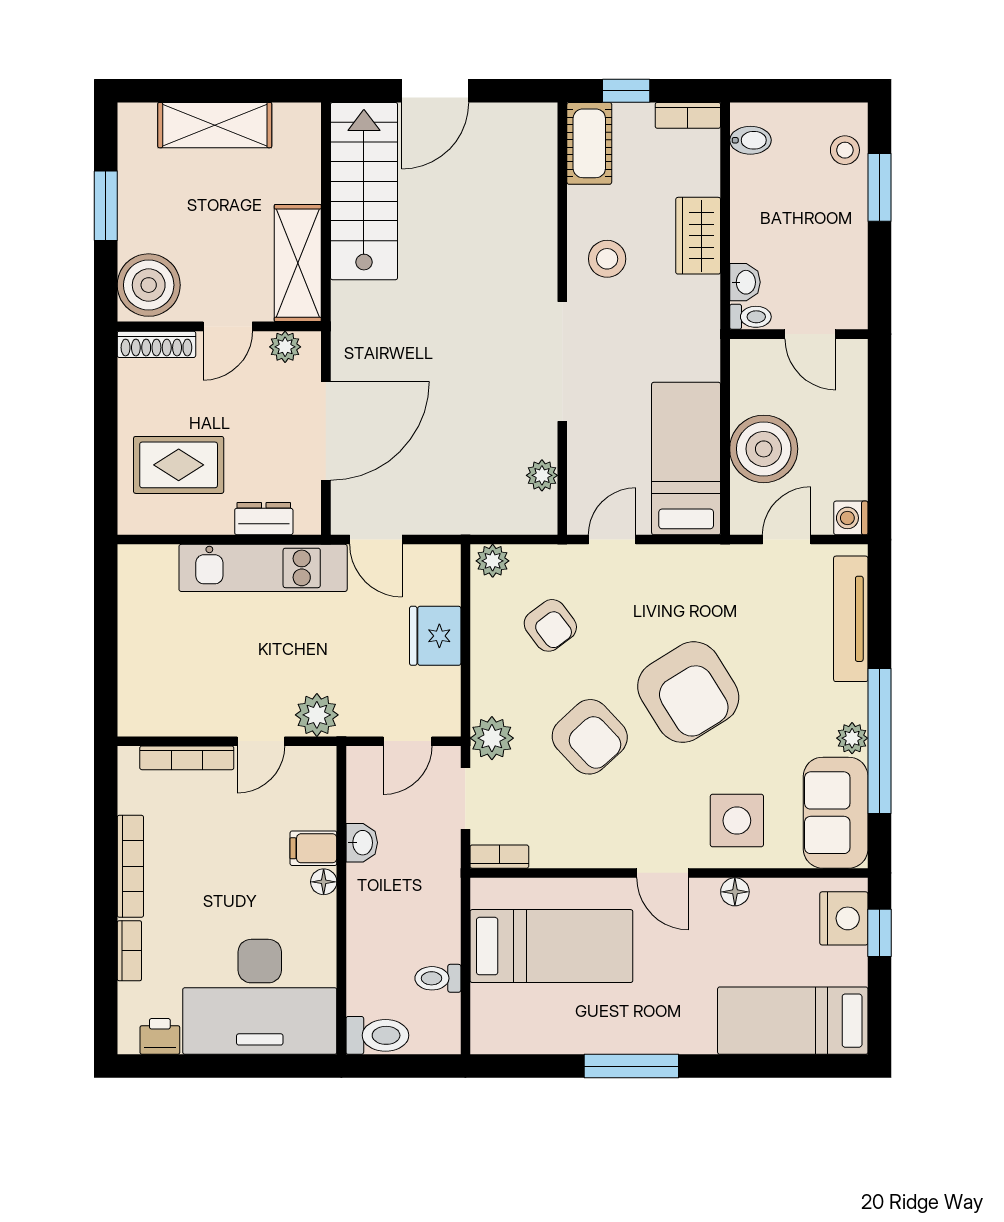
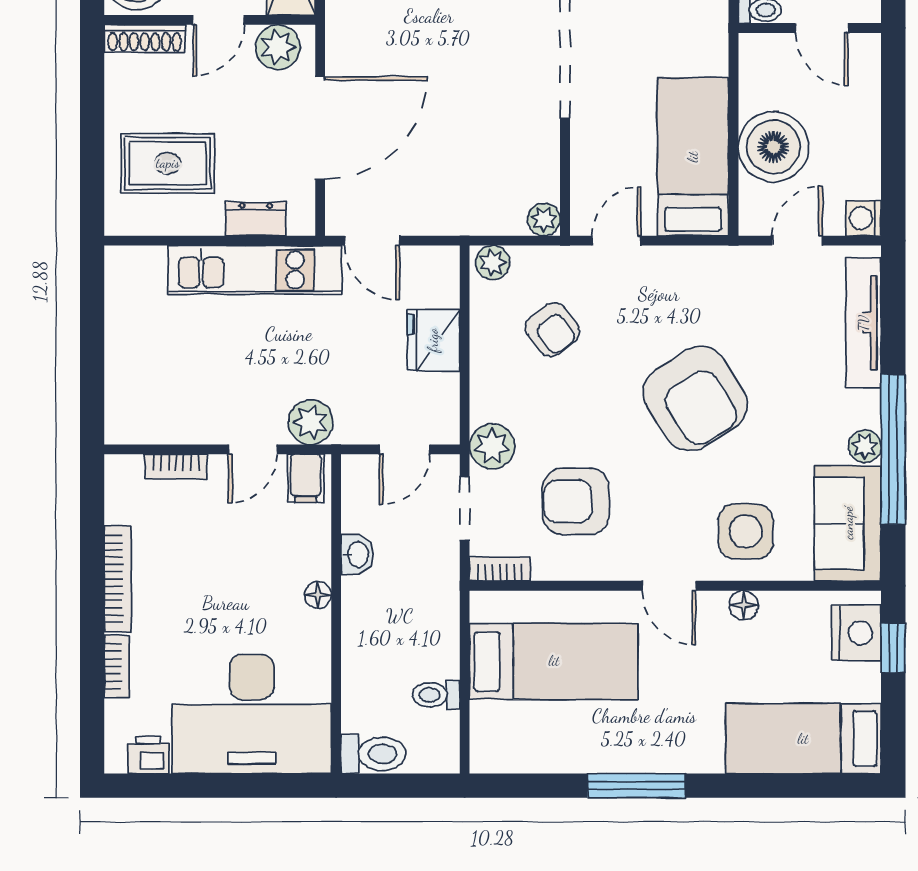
plant: (285, 347) -> (278, 47), width x1.38, depth x1.38
plant: (542, 475) -> (544, 220), moved
armchair: (590, 737) -> (576, 501), moved, turned 133
bookcase: (187, 758) -> (176, 467), width x0.64
filing cabinet: (313, 848) -> (306, 478), moved, turned -90

